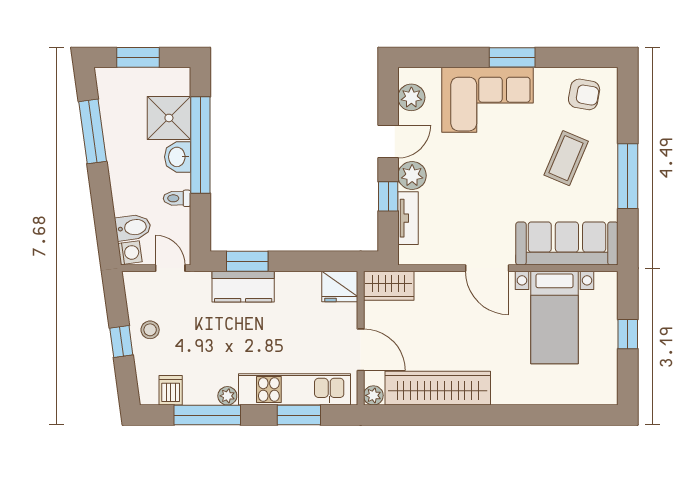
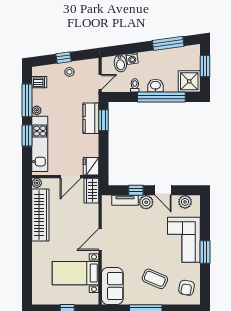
shower: (169, 118) -> (189, 81), moved
sofa: (567, 244) -> (112, 286), width x0.73
washing machine: (130, 253) -> (132, 59), moved
door: (361, 350) -> (70, 177), moved
window: (299, 415) -> (27, 135), moved

